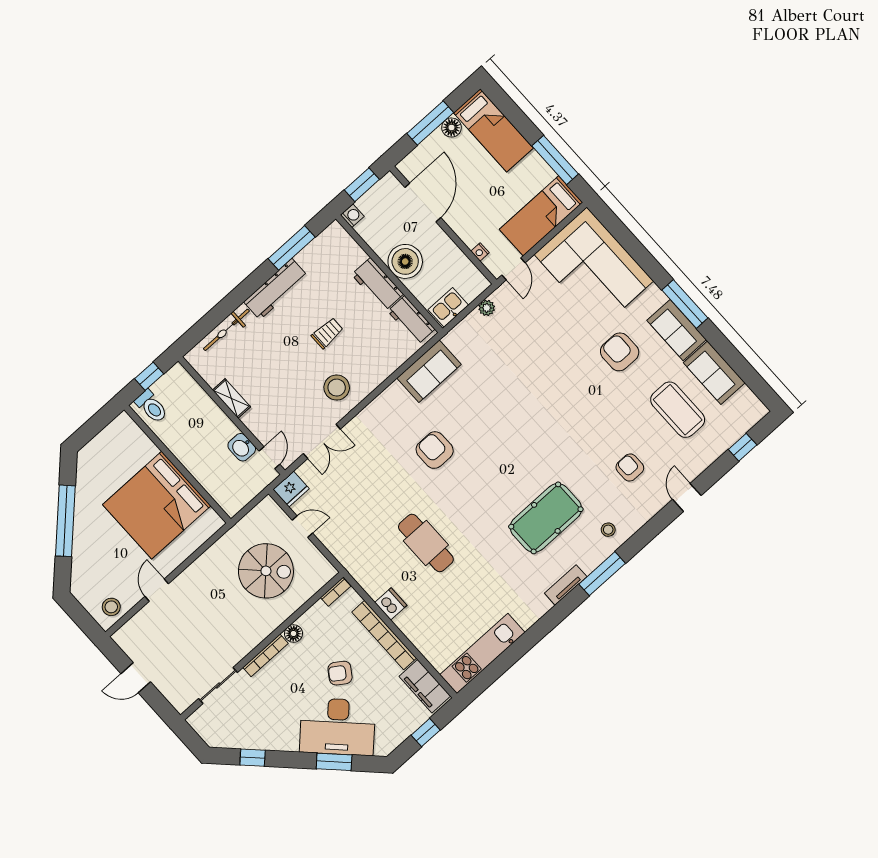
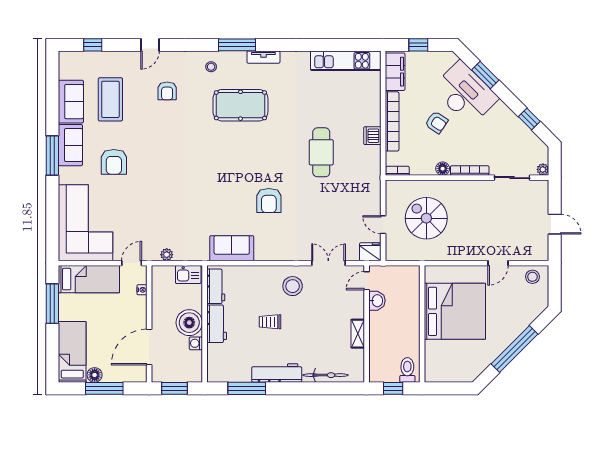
washing machine: (352, 216) -> (196, 343), moved
plant: (195, 720) -> (543, 169), added

